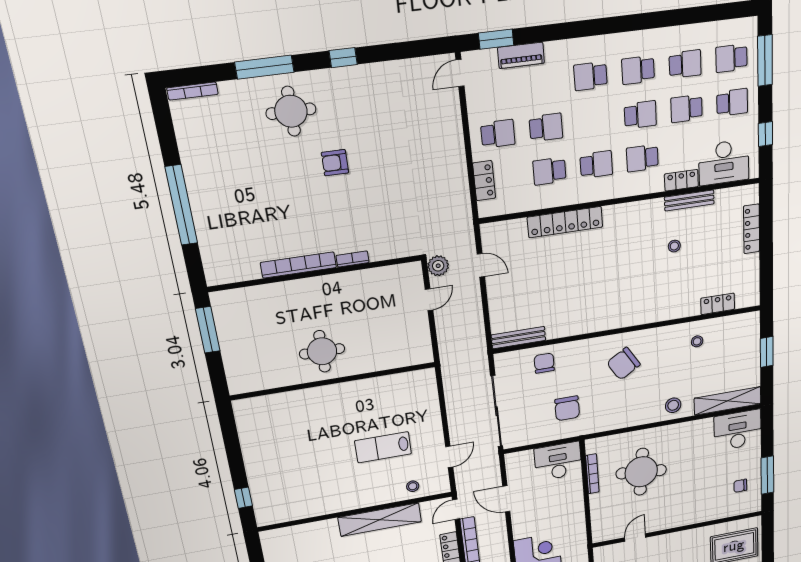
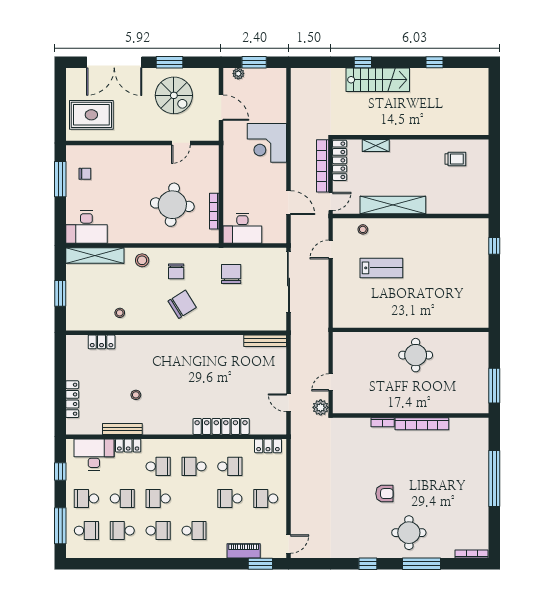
locker: (484, 181) -> (268, 446), moved, turned -90
chair: (544, 363) -> (176, 271), moved

